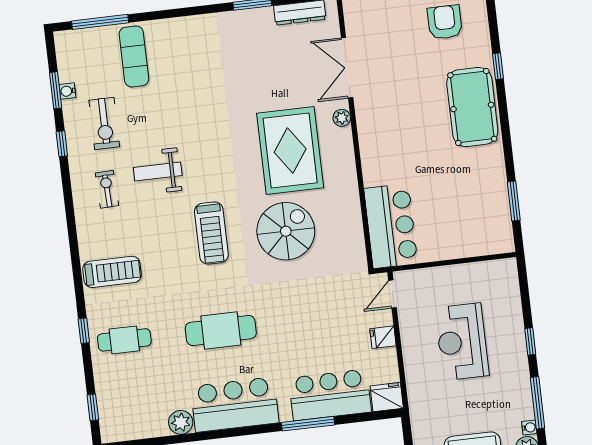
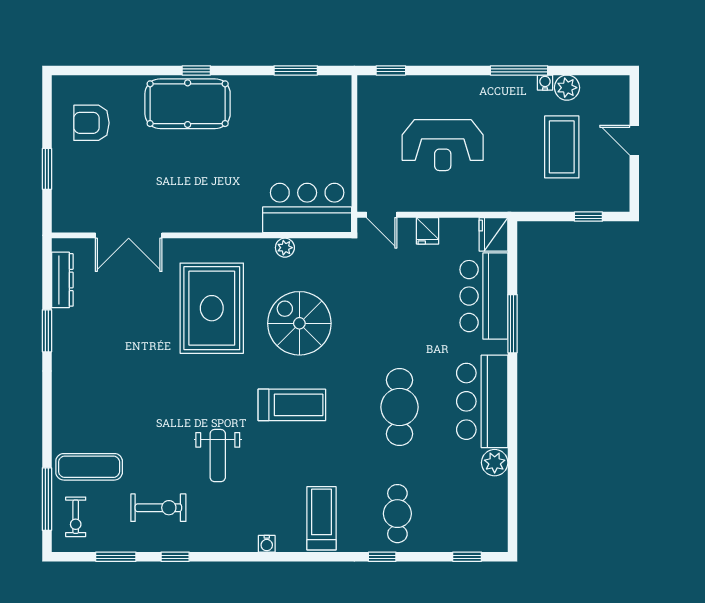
window: (498, 66) -> (196, 70), moved
water cooler: (67, 91) -> (267, 544), moved
plant: (342, 118) -> (285, 248), moved
rug: (290, 150) -> (212, 308), turned 90
exercise bike: (107, 189) -> (76, 517), moved, turned -88
window: (530, 341) -> (391, 70), moved

